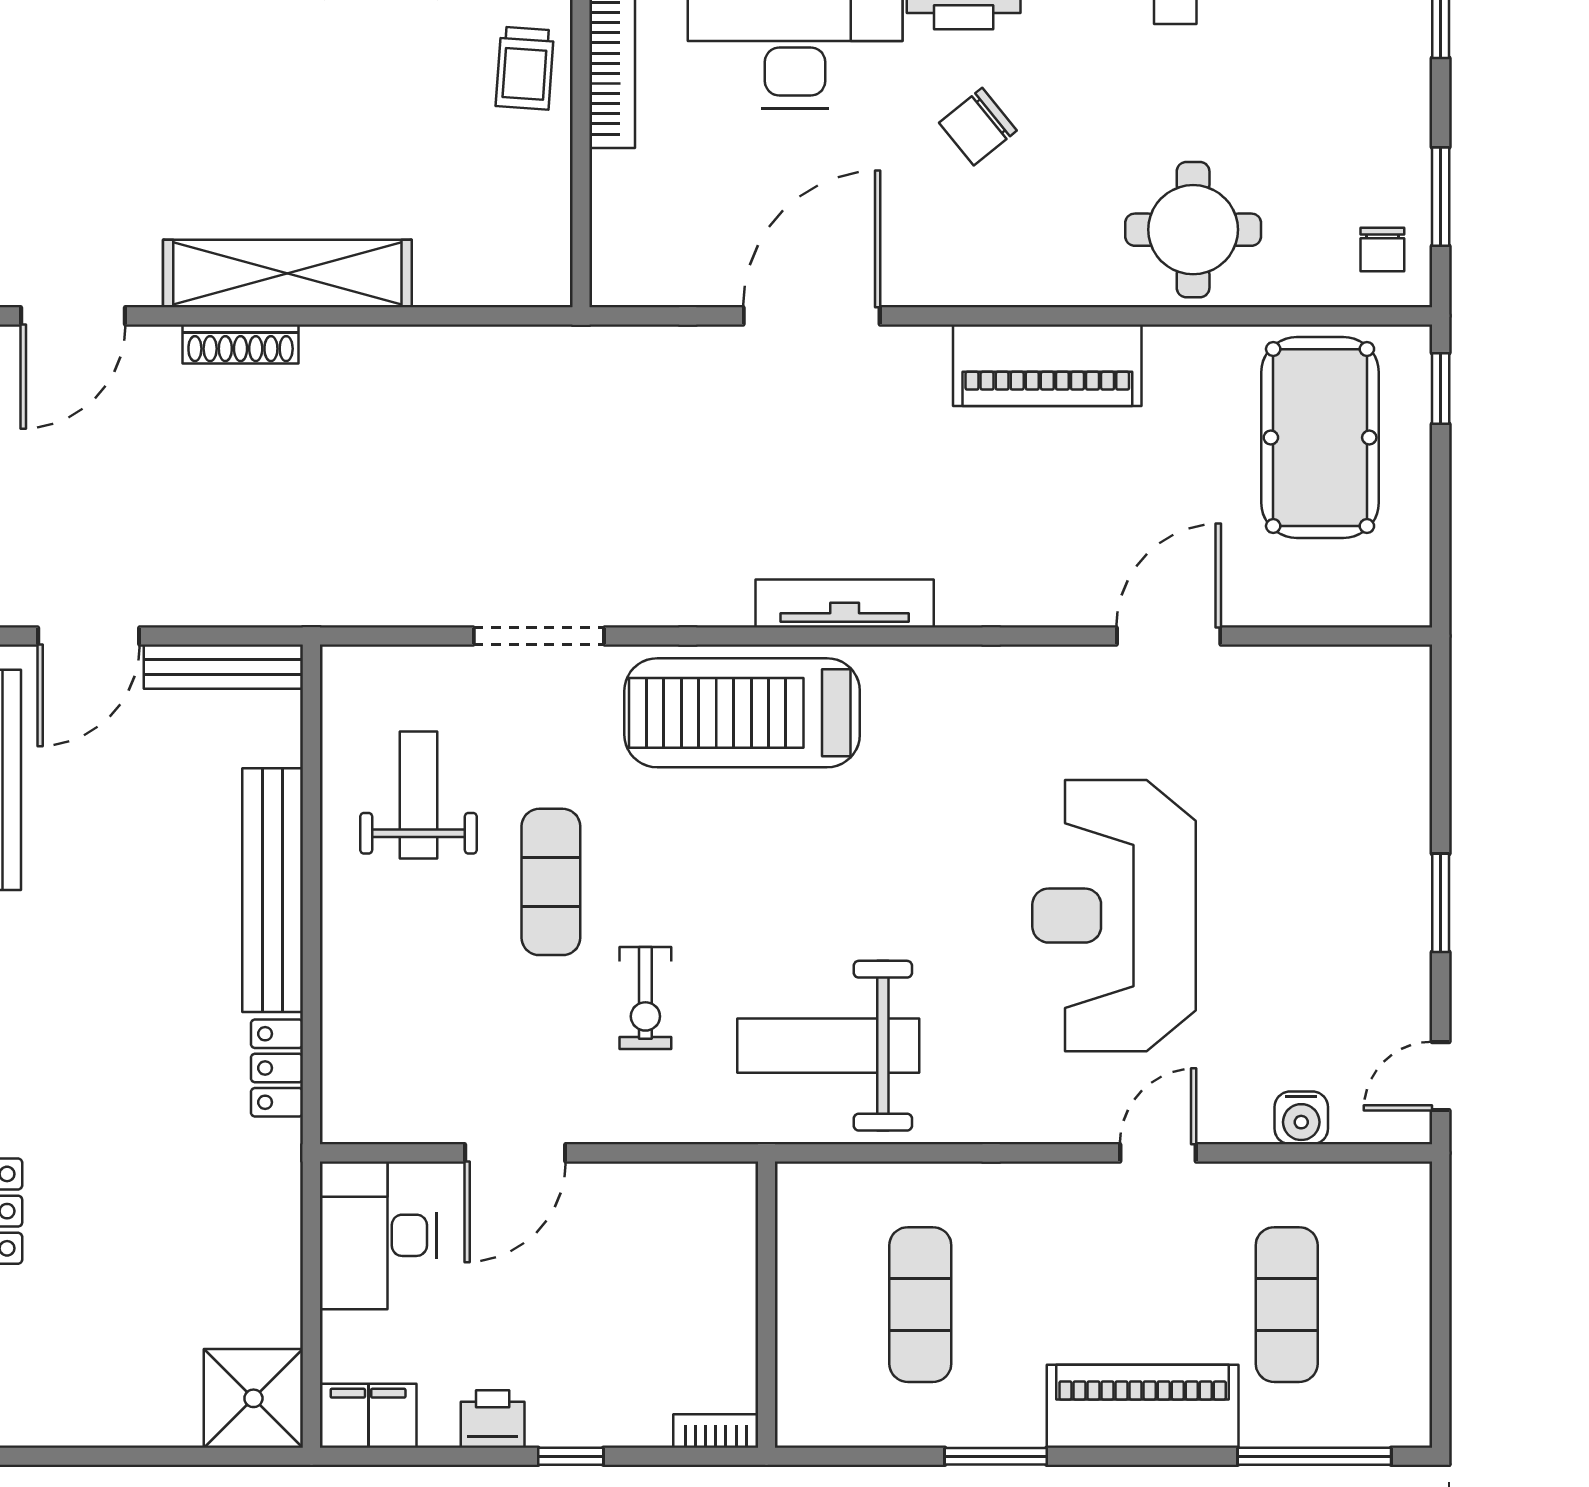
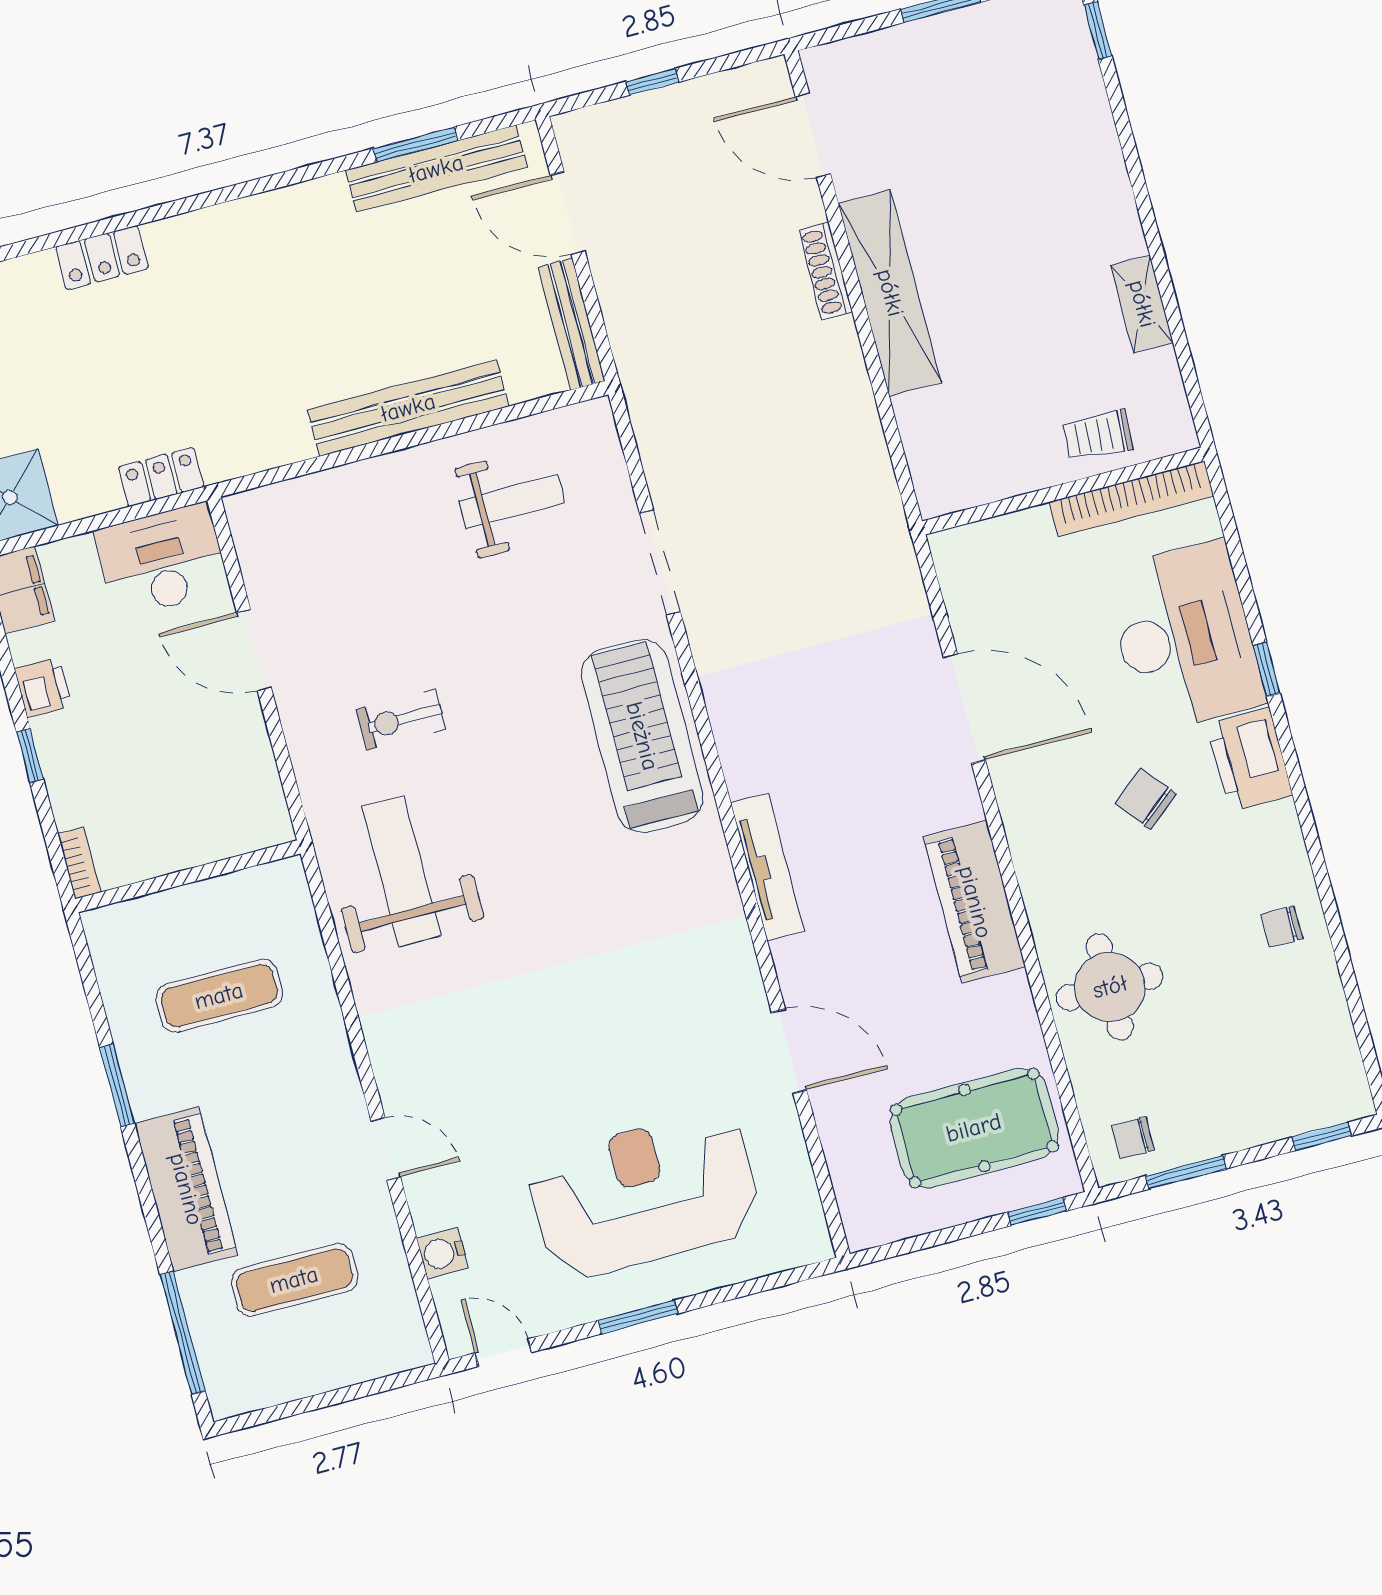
tv unit: (845, 604) -> (767, 867), moved
exercise mat: (551, 882) -> (472, 622), removed
reception desk: (1114, 916) -> (644, 1195), moved
locker: (277, 1068) -> (161, 477), moved

